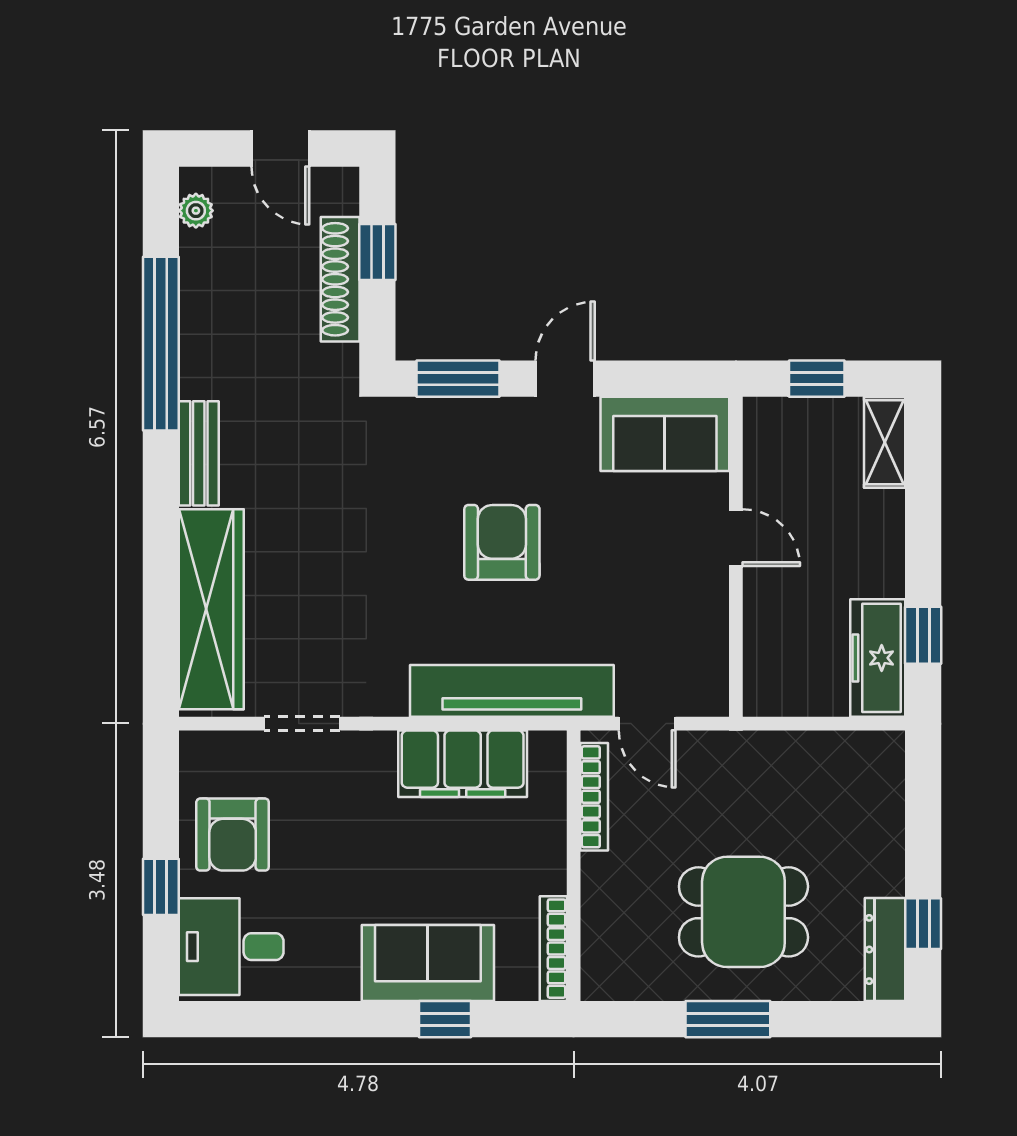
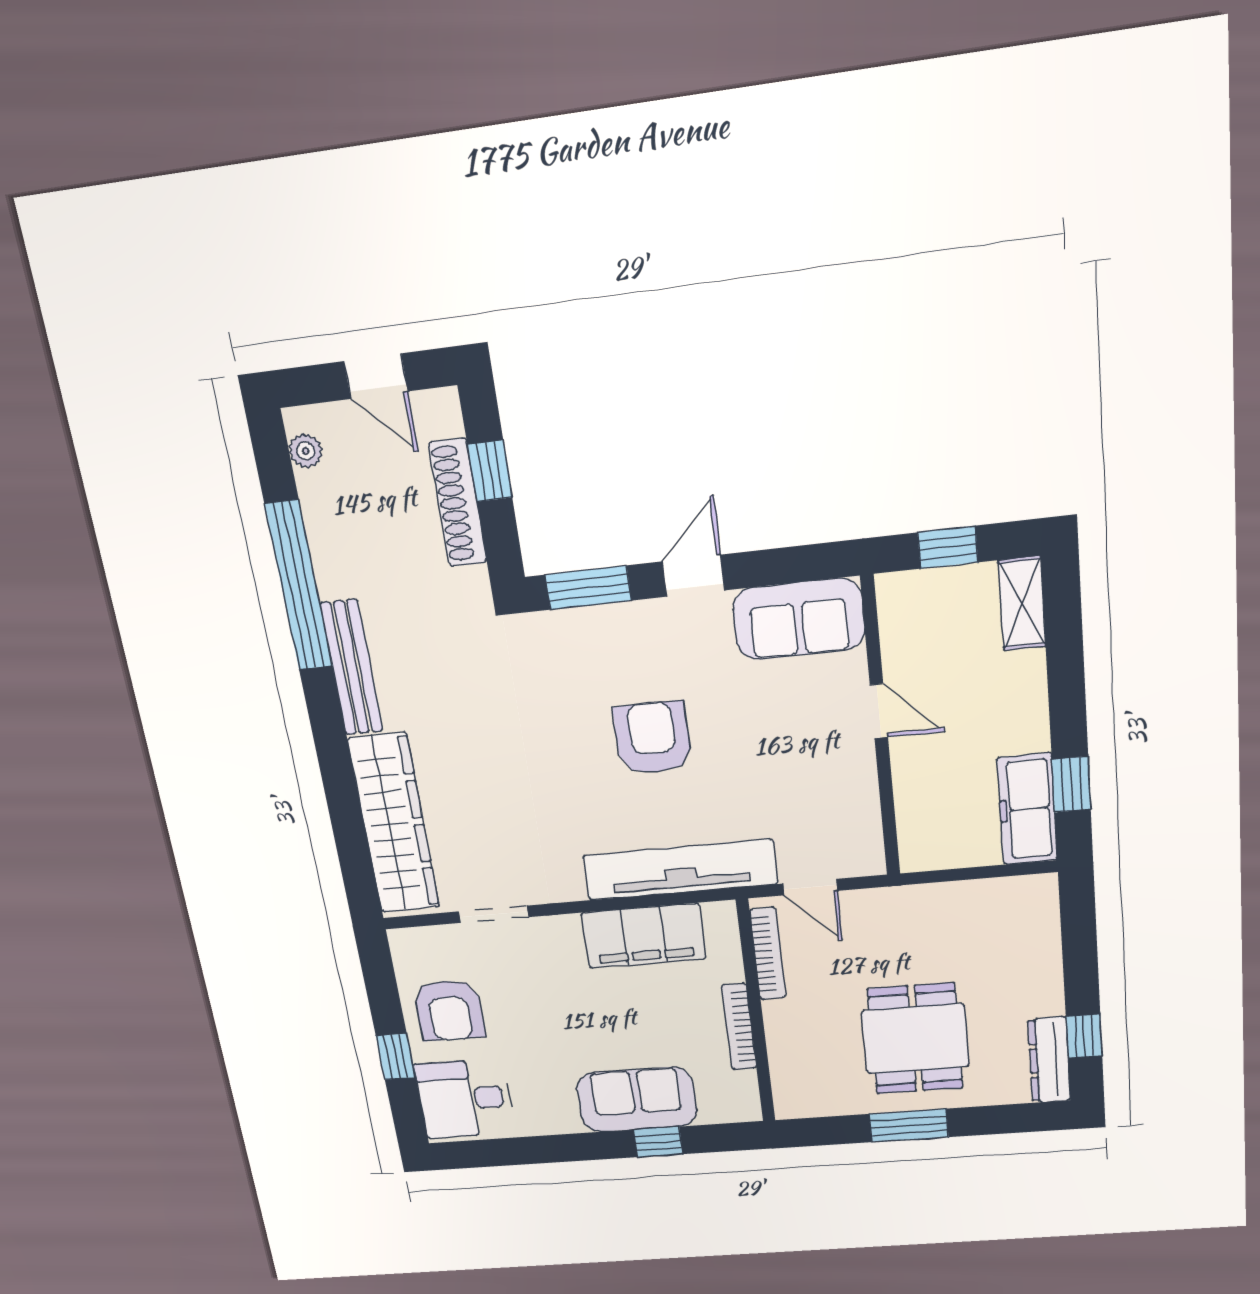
bench: (199, 453) -> (352, 668), width x1.36
dining table: (743, 912) -> (915, 1039), turned 90
bookcase: (553, 949) -> (739, 1027), moved

